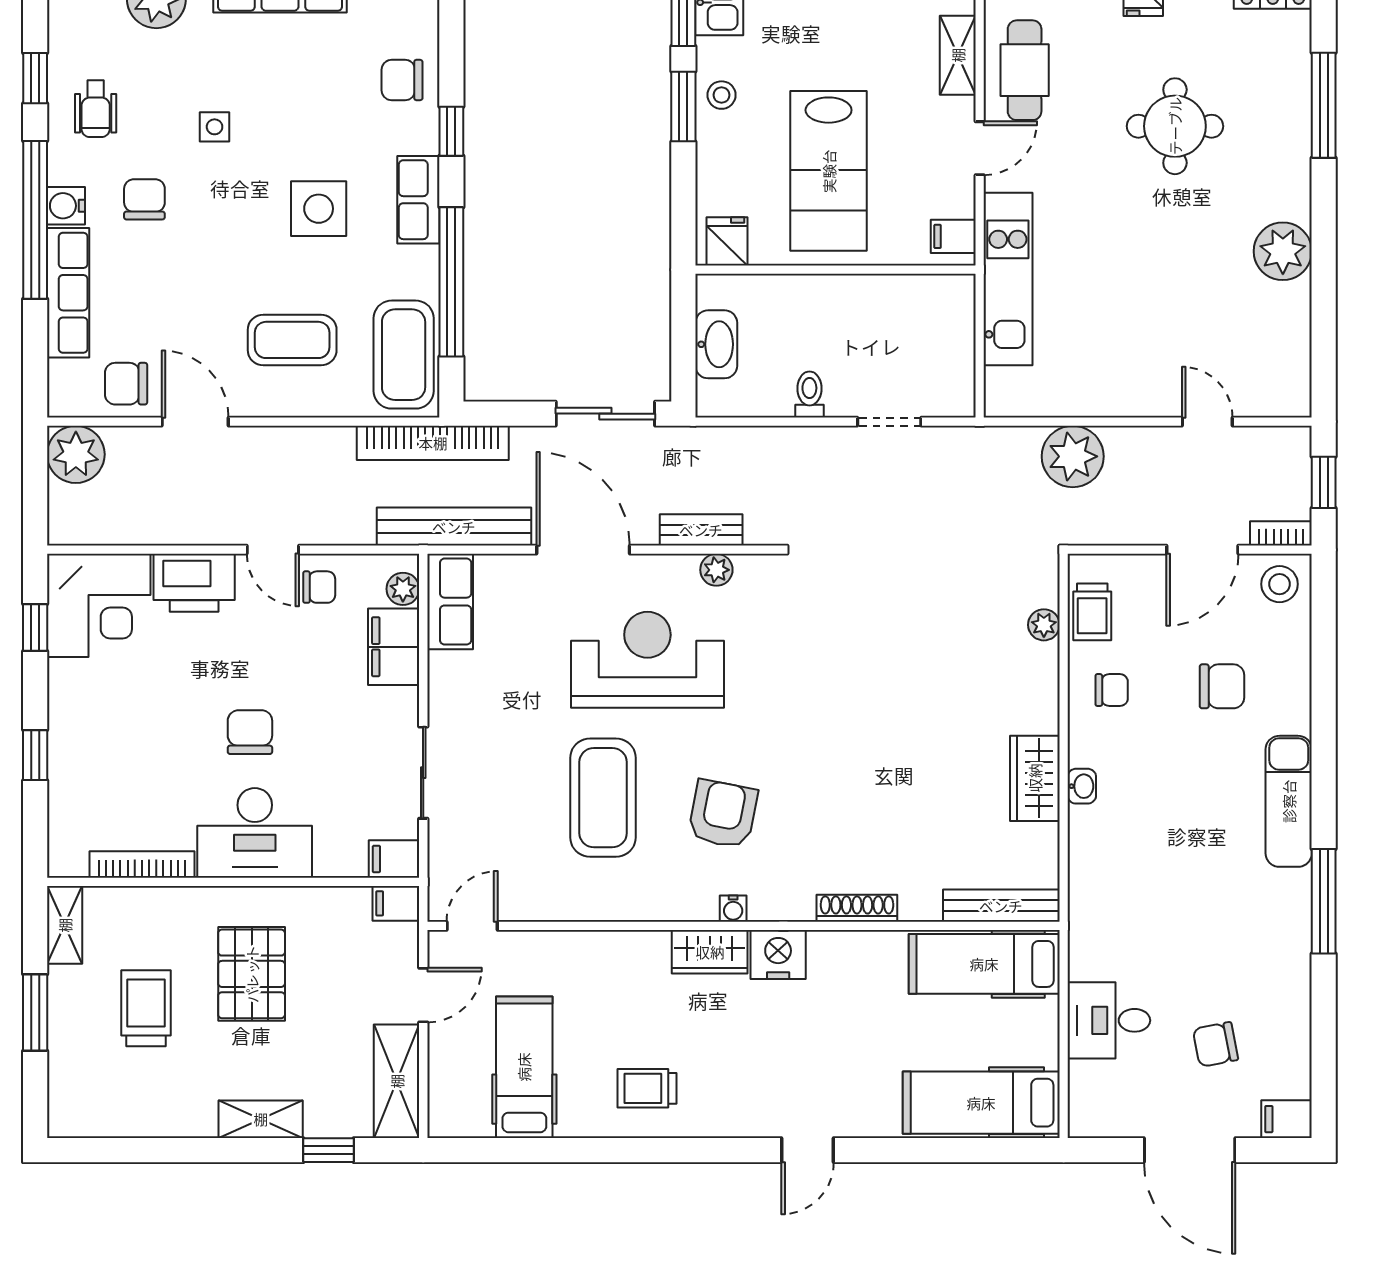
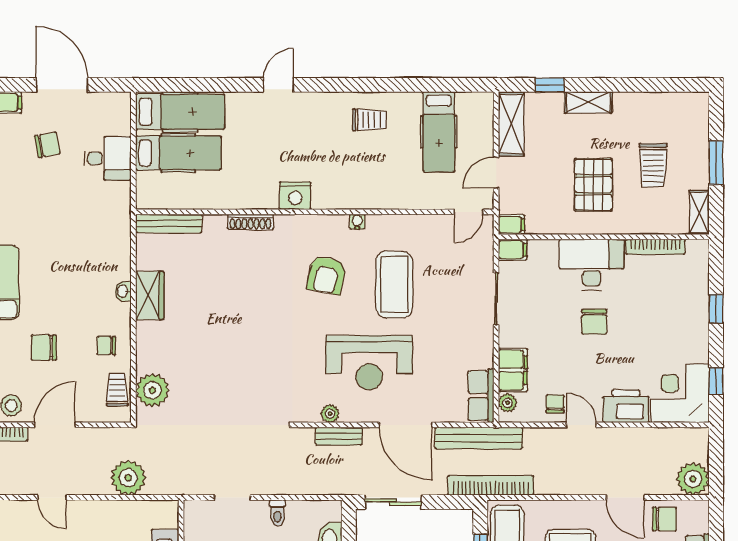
chair: (319, 587) -> (555, 404), turned 90
plant: (1044, 625) -> (152, 390), width x1.87, depth x1.87
water cooler: (733, 909) -> (357, 222), moved
wardrobe: (710, 952) -> (334, 197), removed
hospital bed: (984, 964) -> (178, 153), moved

